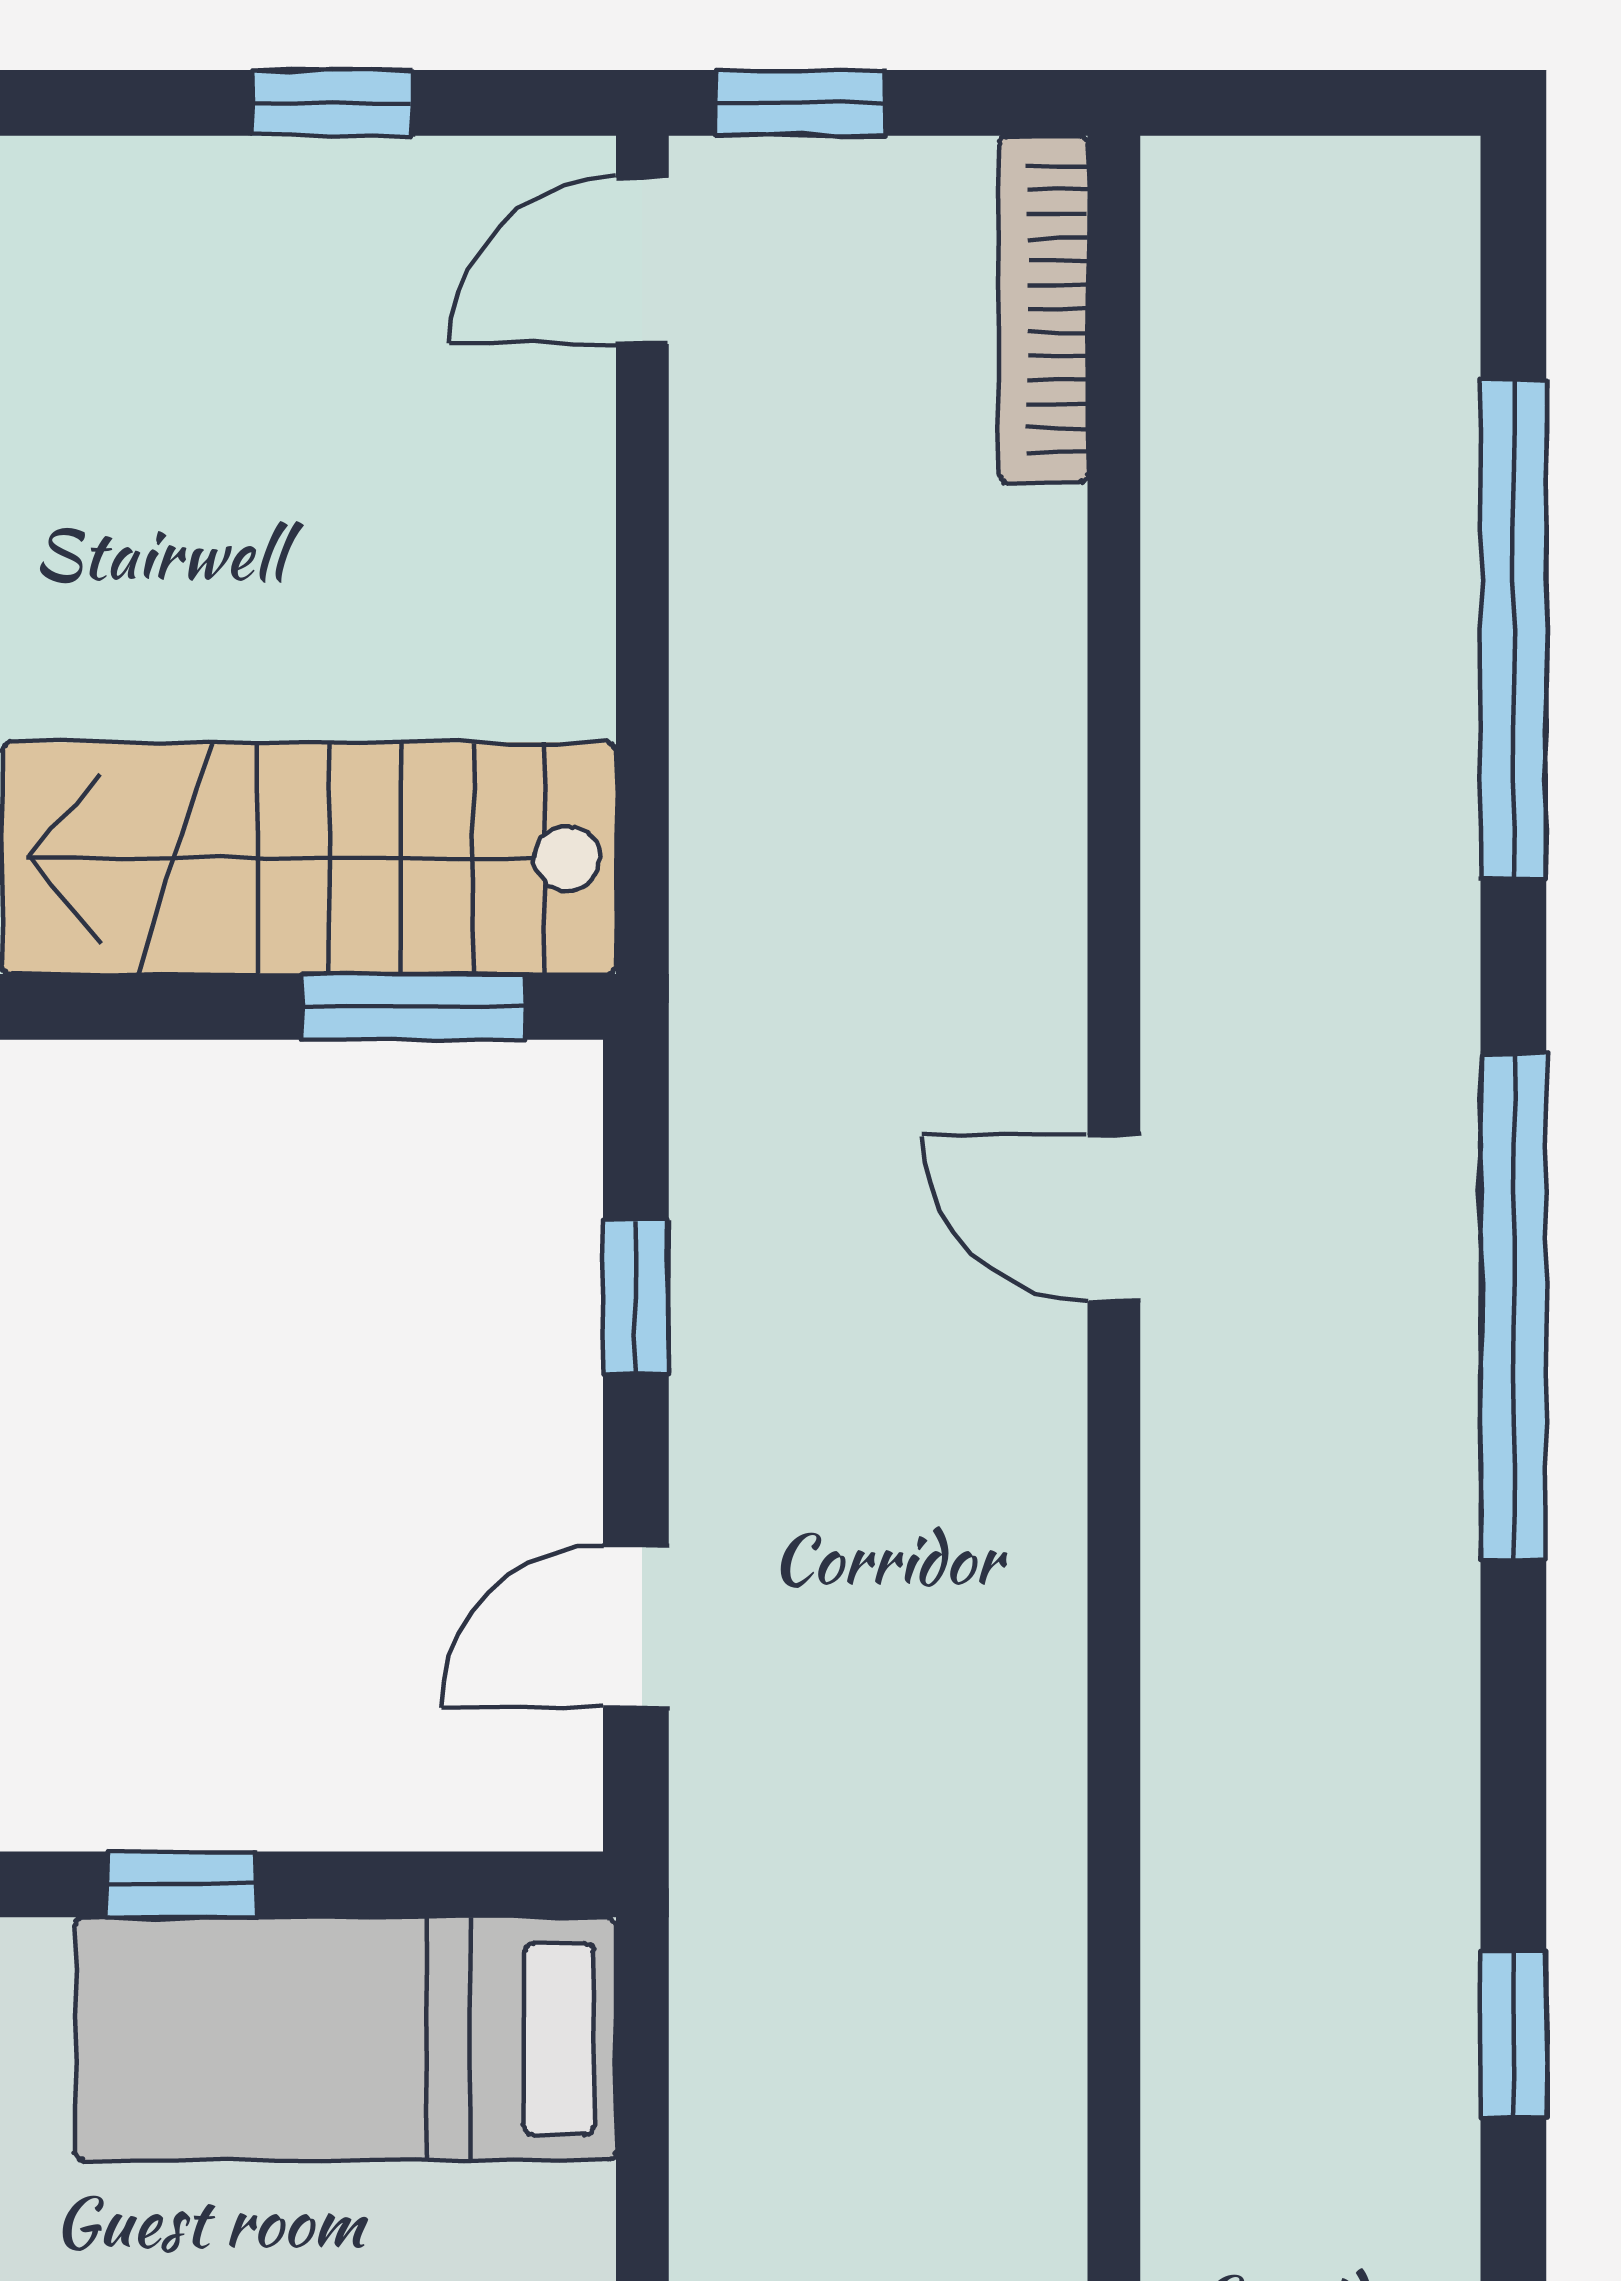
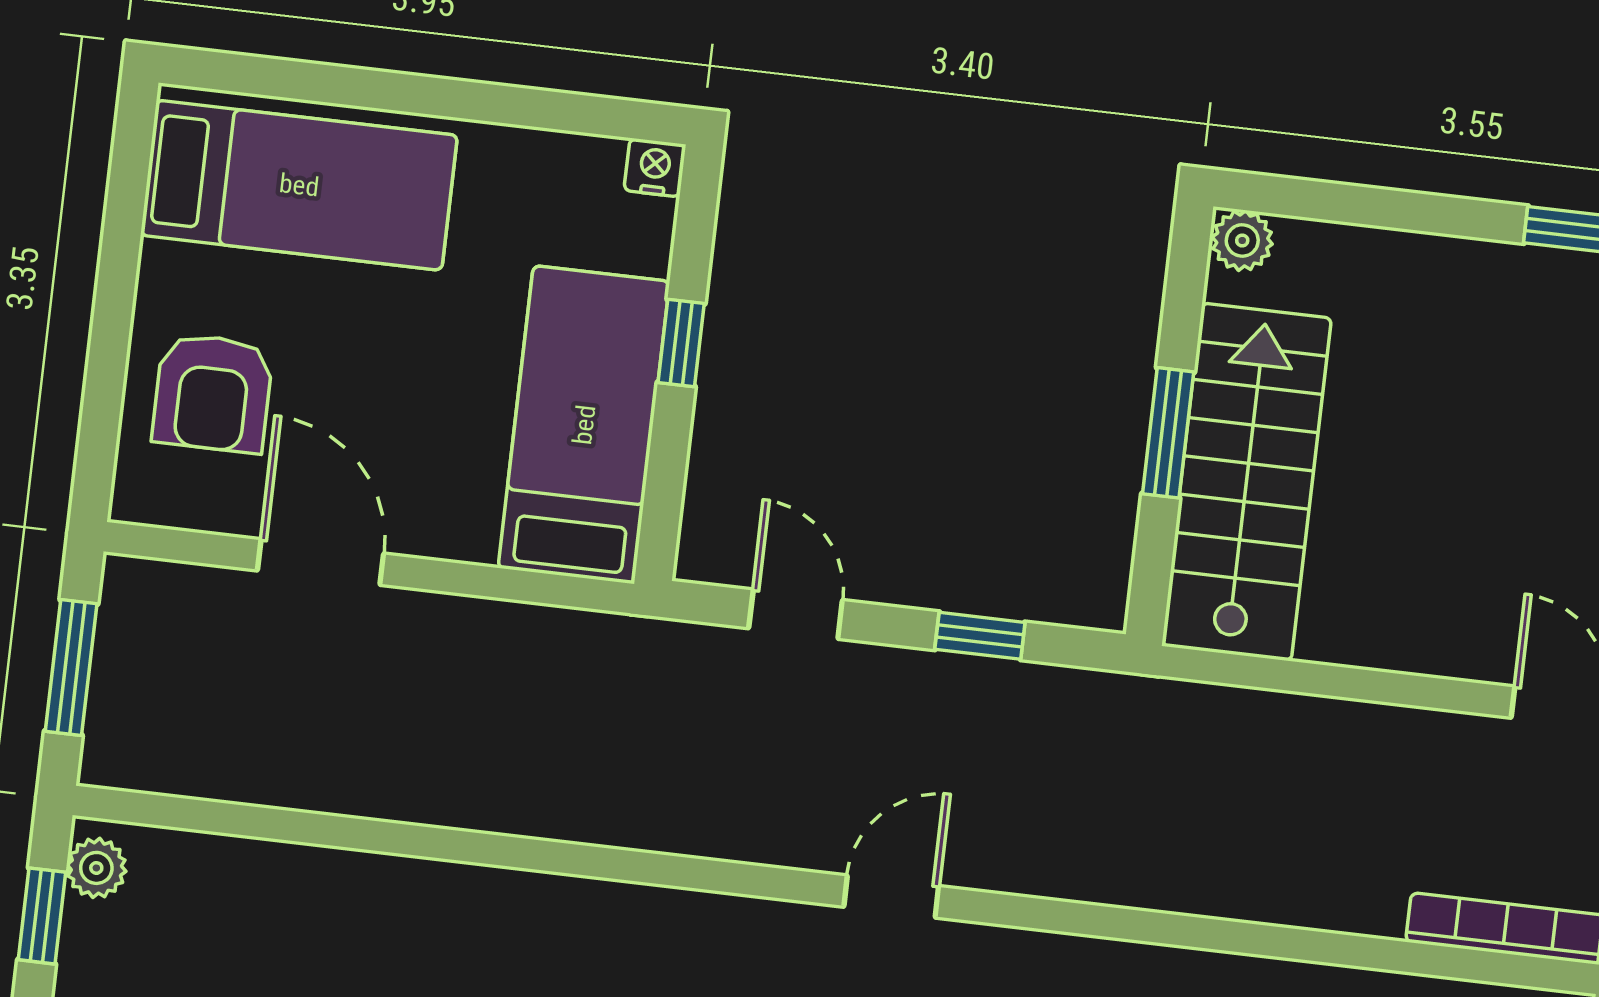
window: (414, 1007) -> (1168, 433), moved
door: (1114, 1218) -> (891, 896), moved

